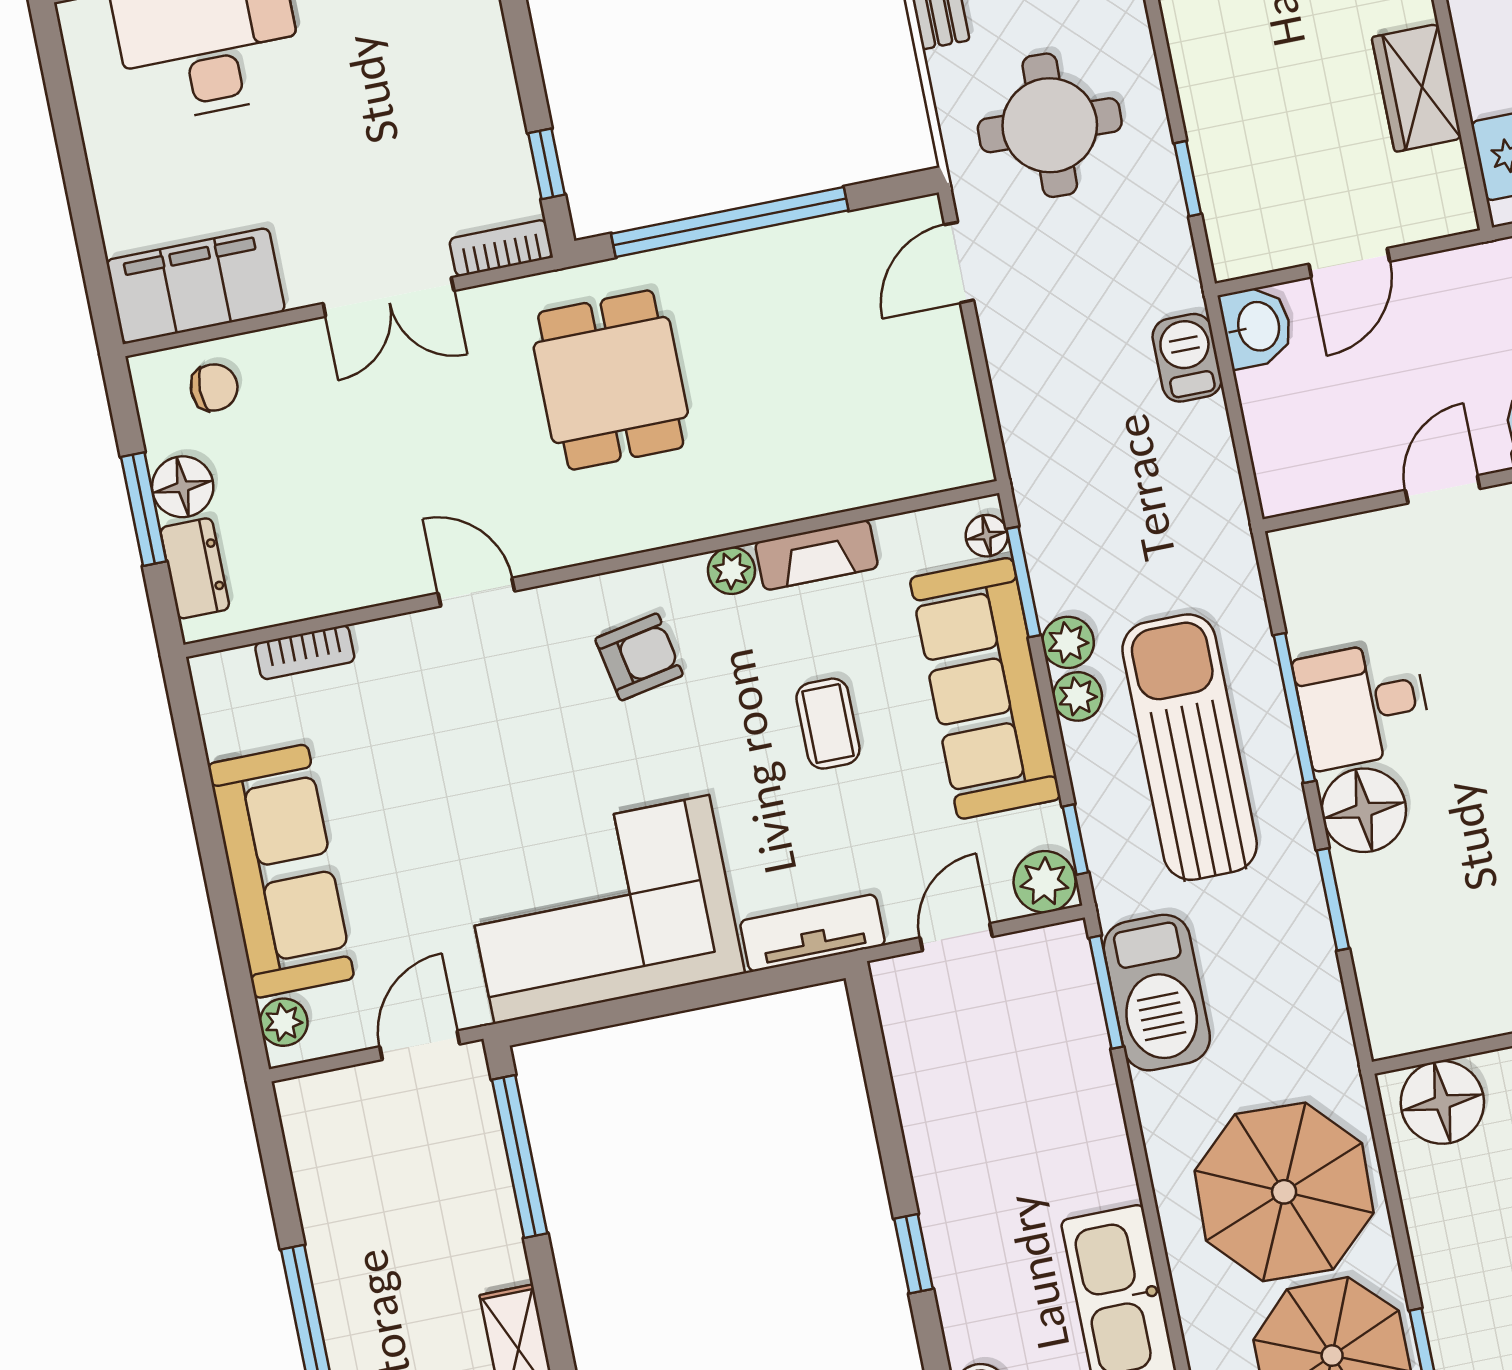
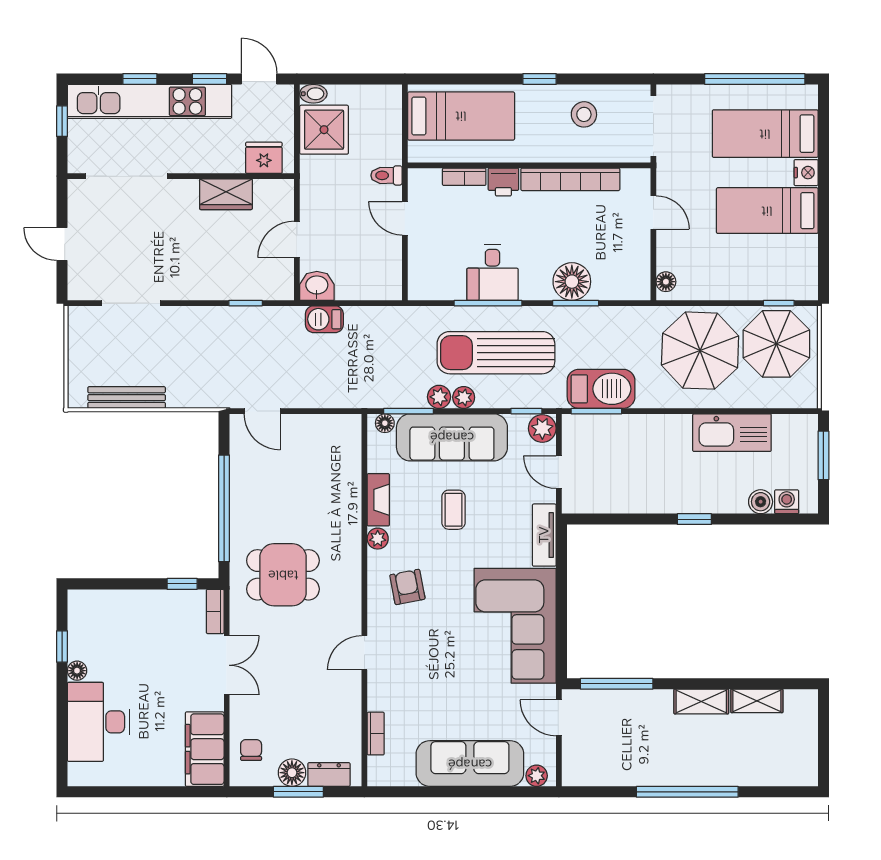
round table: (1050, 125) -> (210, 359), removed
door: (1349, 263) -> (297, 239), swing flipped
coffee table: (828, 724) -> (453, 510), turned 90
floor lamp: (1364, 810) -> (572, 282), moved
floor lamp: (1442, 1102) -> (666, 282), width x0.53, depth x0.53

